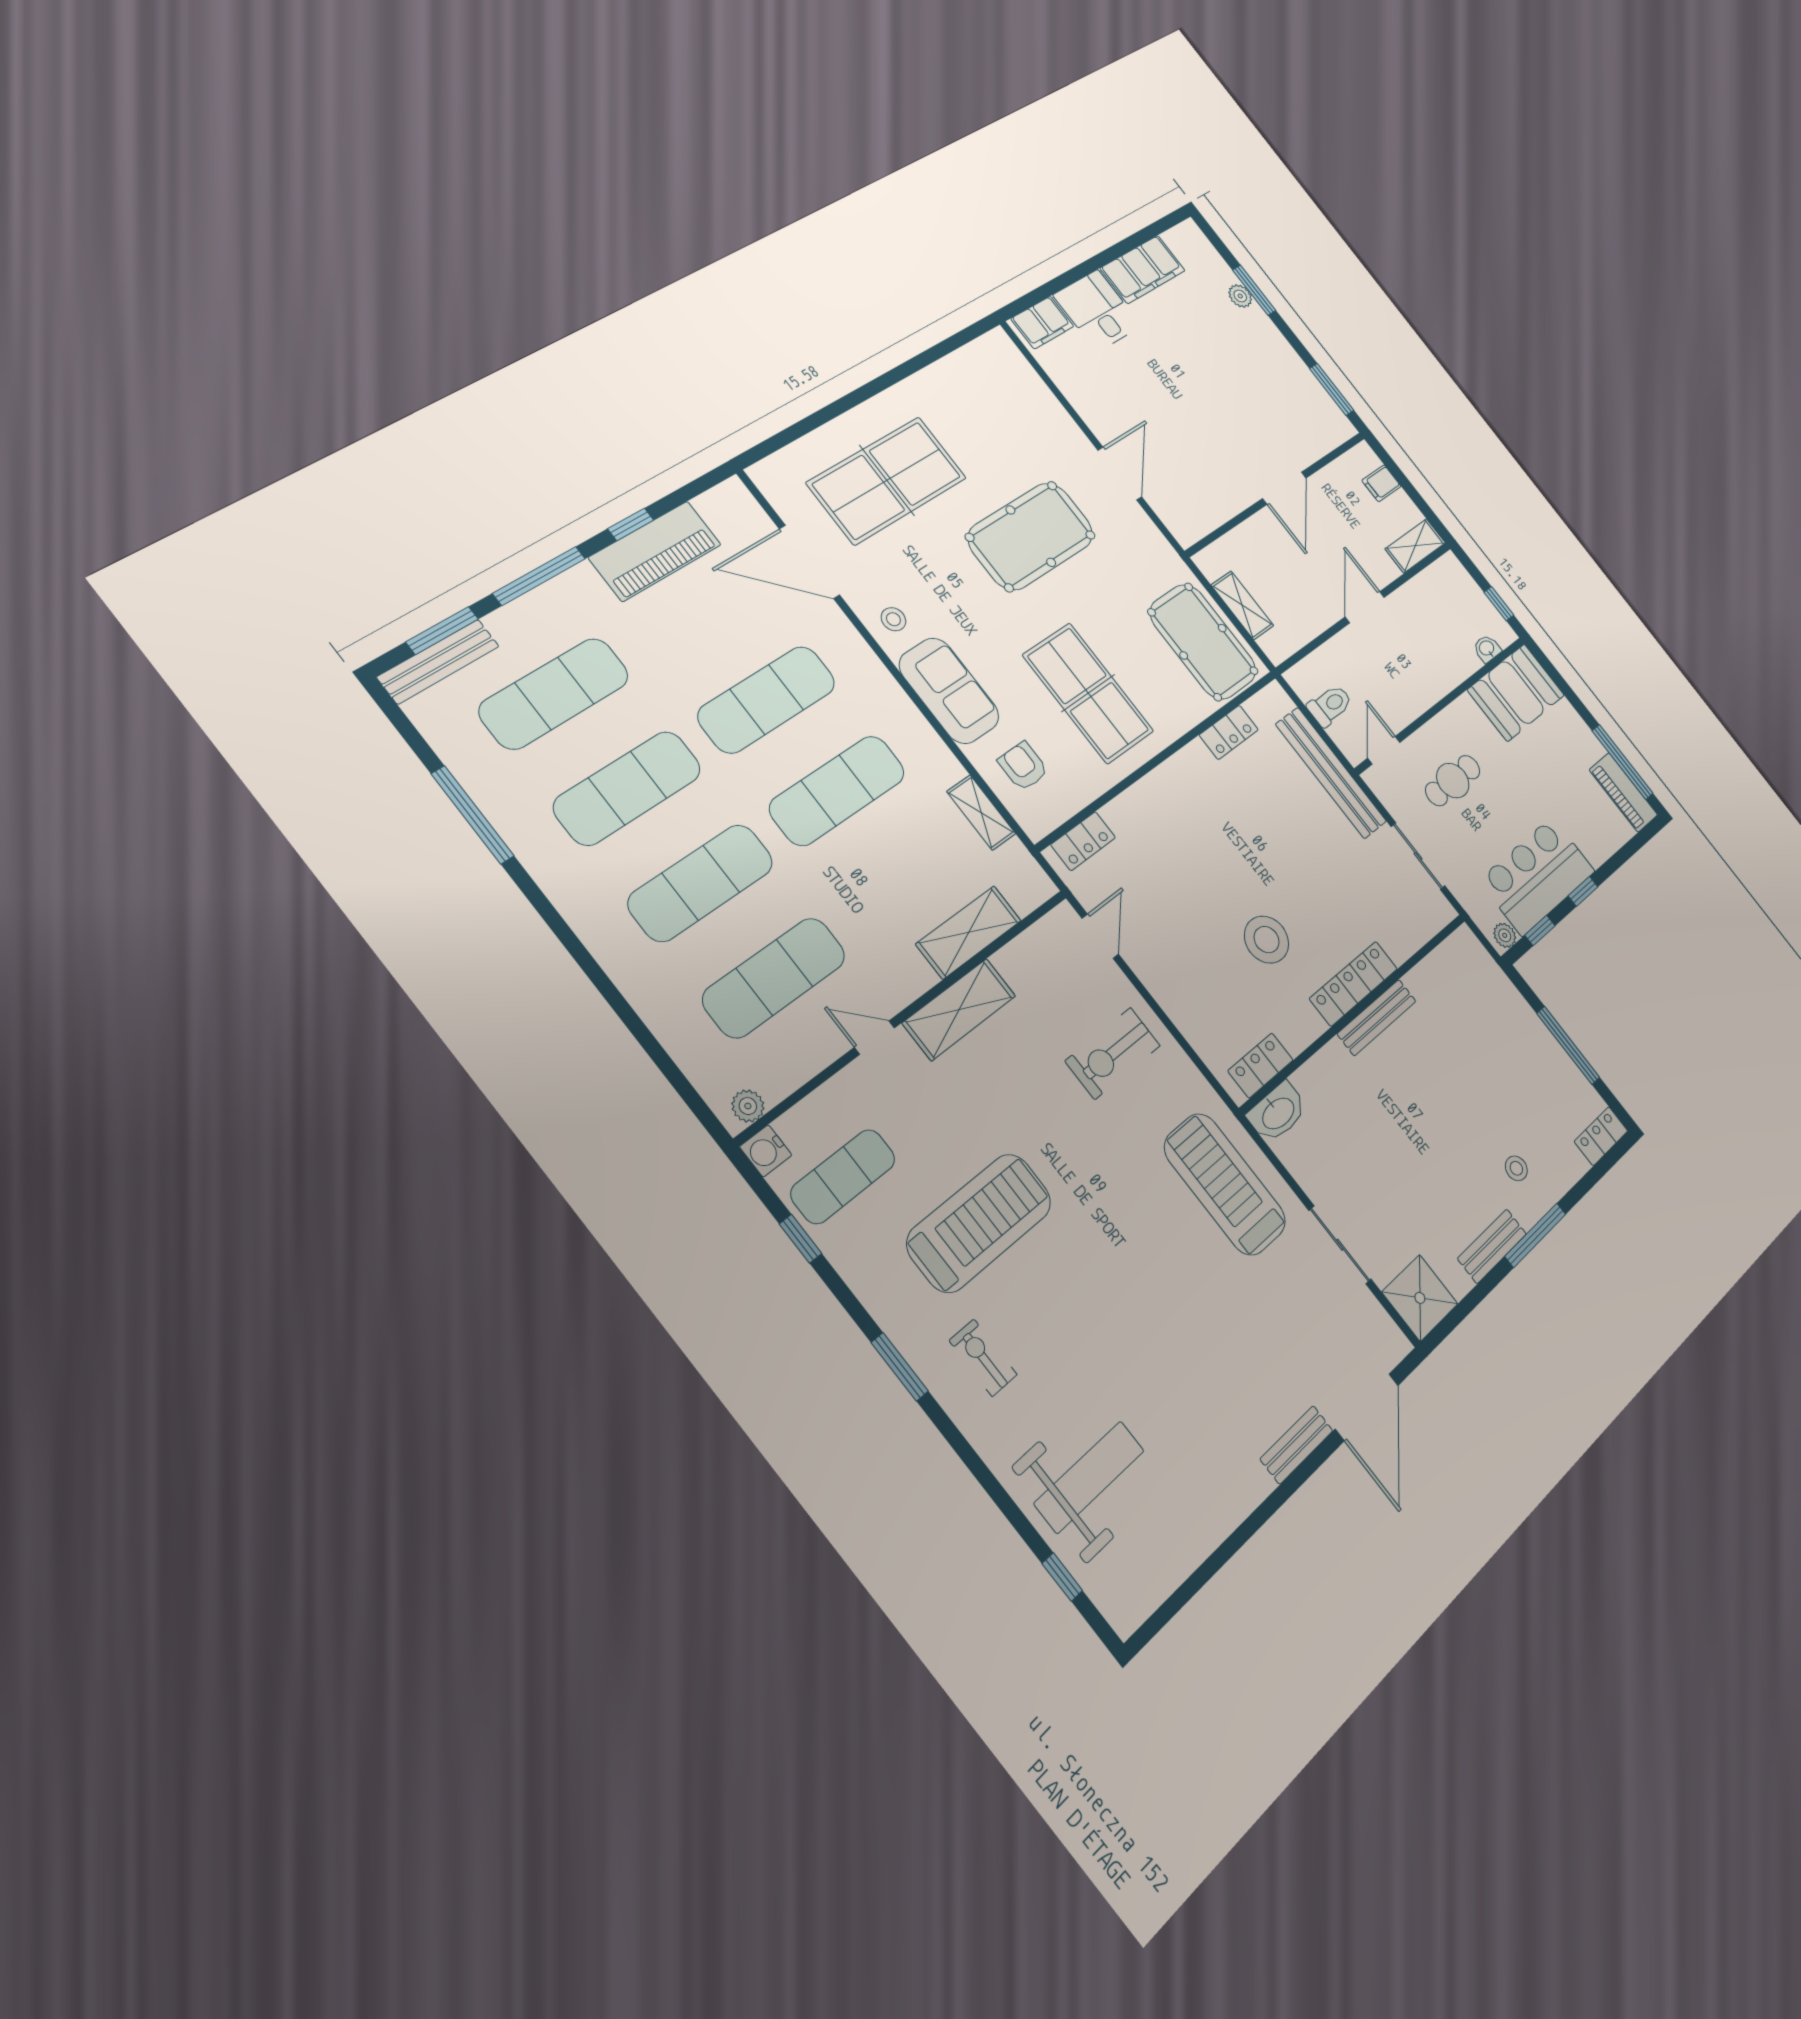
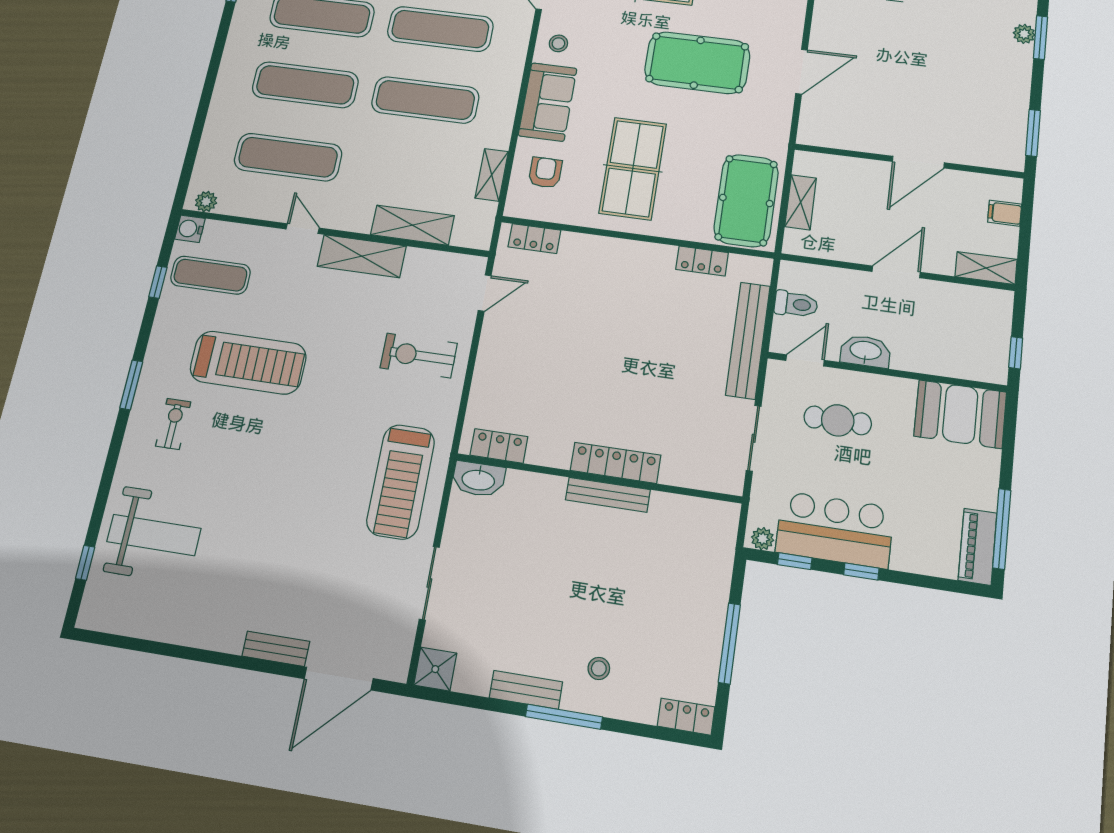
washbasin: (1487, 648) -> (866, 351), moved, width x1.91, depth x1.45
stool: (1267, 940) -> (587, 387), removed
treadmill: (1225, 1184) -> (401, 482), turned 180
shower: (1420, 1298) -> (435, 669), width x0.73, depth x0.73

